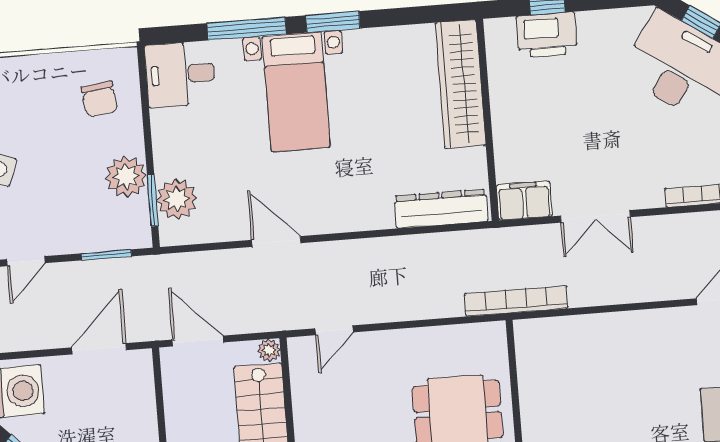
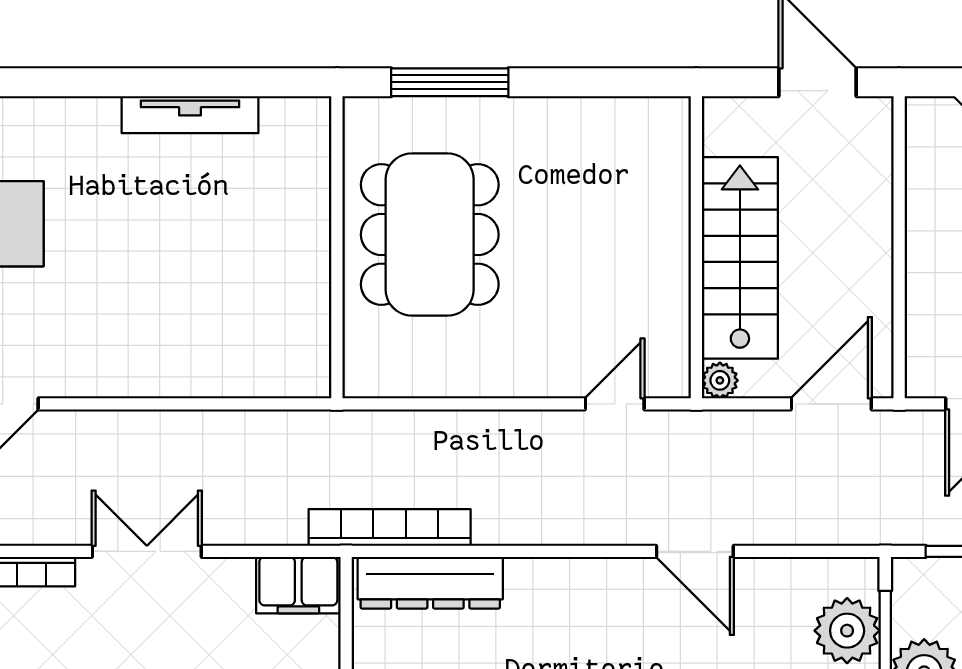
double door: (596, 216) -> (147, 551), moved
bookcase: (516, 301) -> (390, 527), moved, turned 180
door: (198, 341) -> (831, 404), swing flipped

